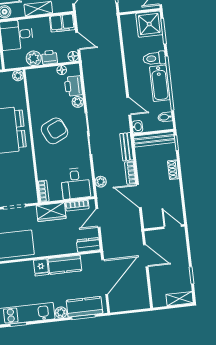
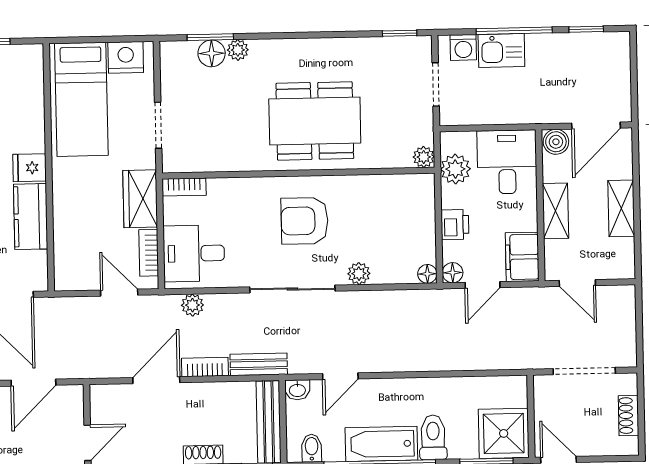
plant: (34, 58) -> (455, 169), moved
floor lamp: (62, 70) -> (427, 274), moved
printer: (73, 86) -> (392, 268), removed
armchair: (55, 131) -> (305, 221), turned 115
dresser: (88, 245) -> (67, 268), removed

